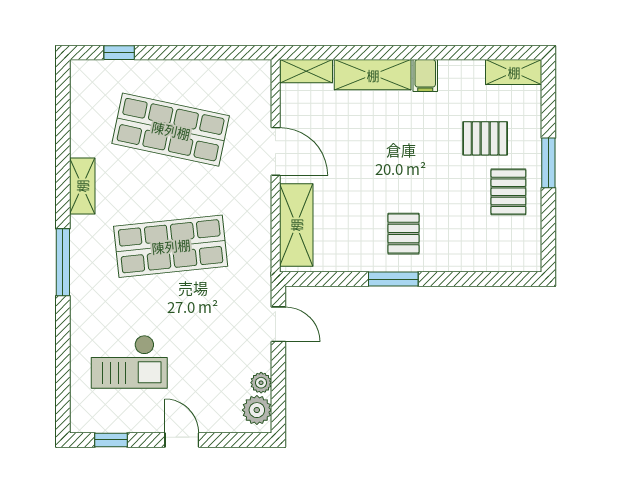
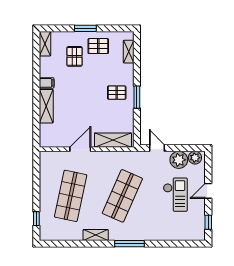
shelving: (306, 71) -> (129, 52), moved
shop shelf: (171, 246) -> (122, 196), turned 30
door: (278, 324) -> (157, 148), hinge flipped
checkout: (129, 362) -> (175, 195), moved
plant: (261, 383) -> (179, 160), width x1.87, depth x1.87

